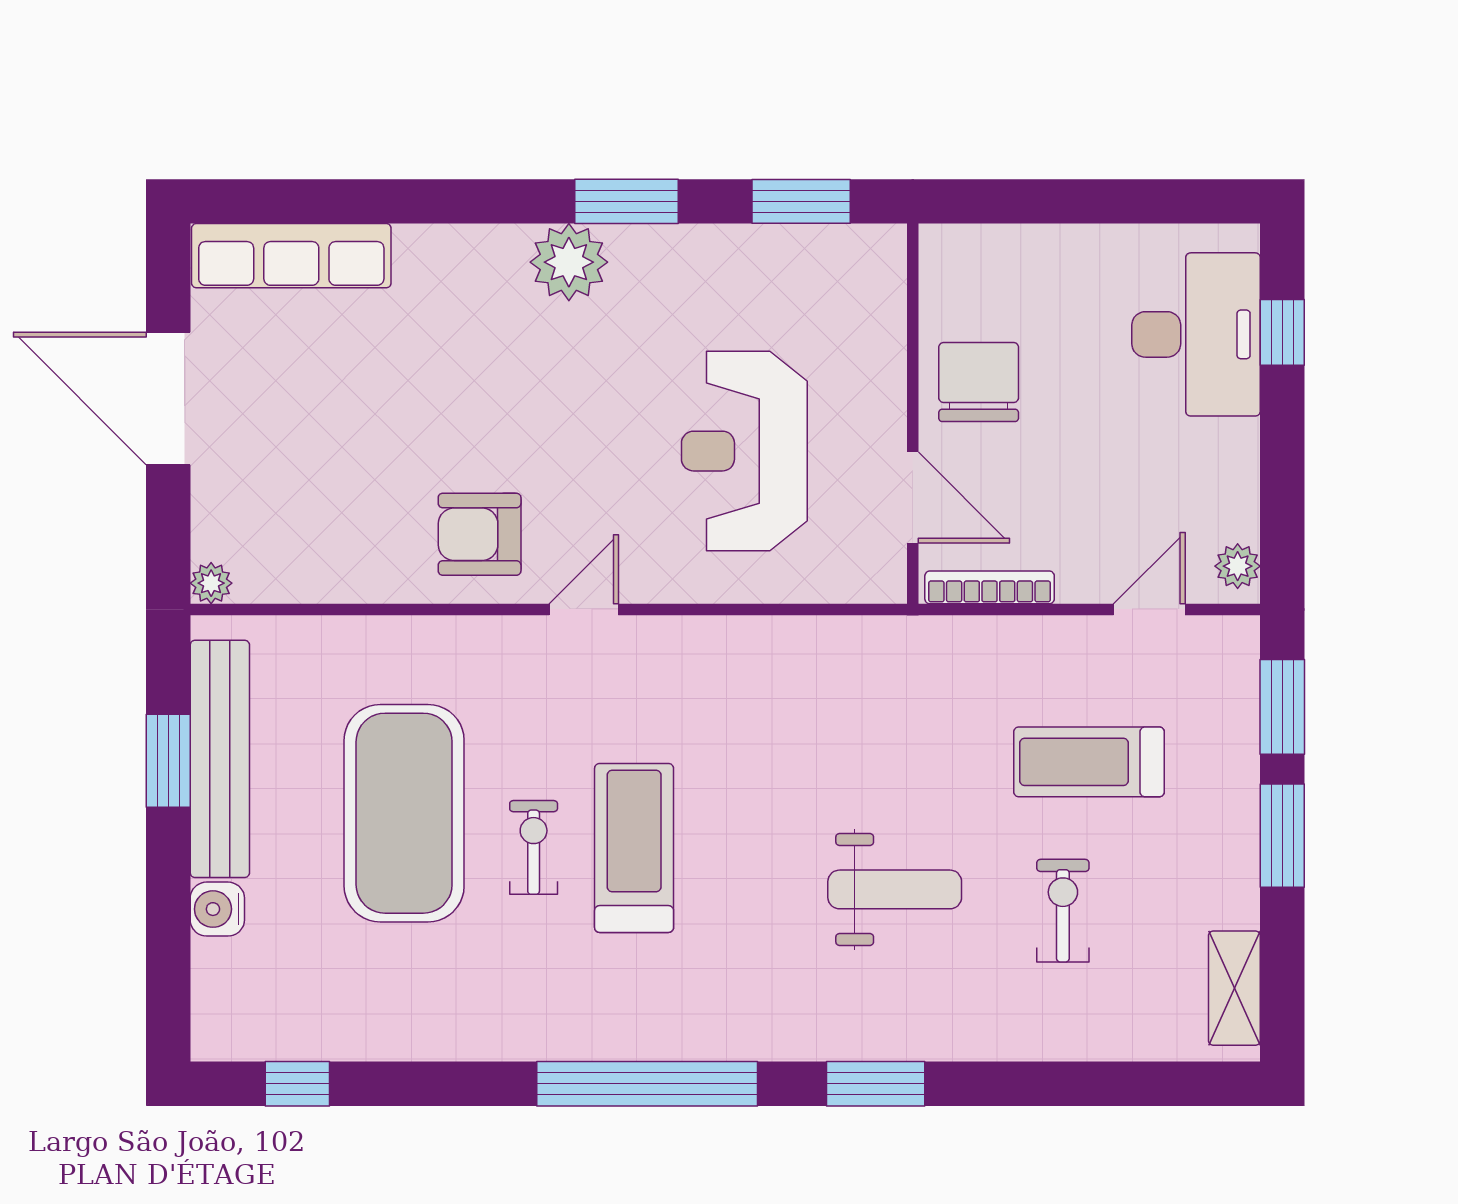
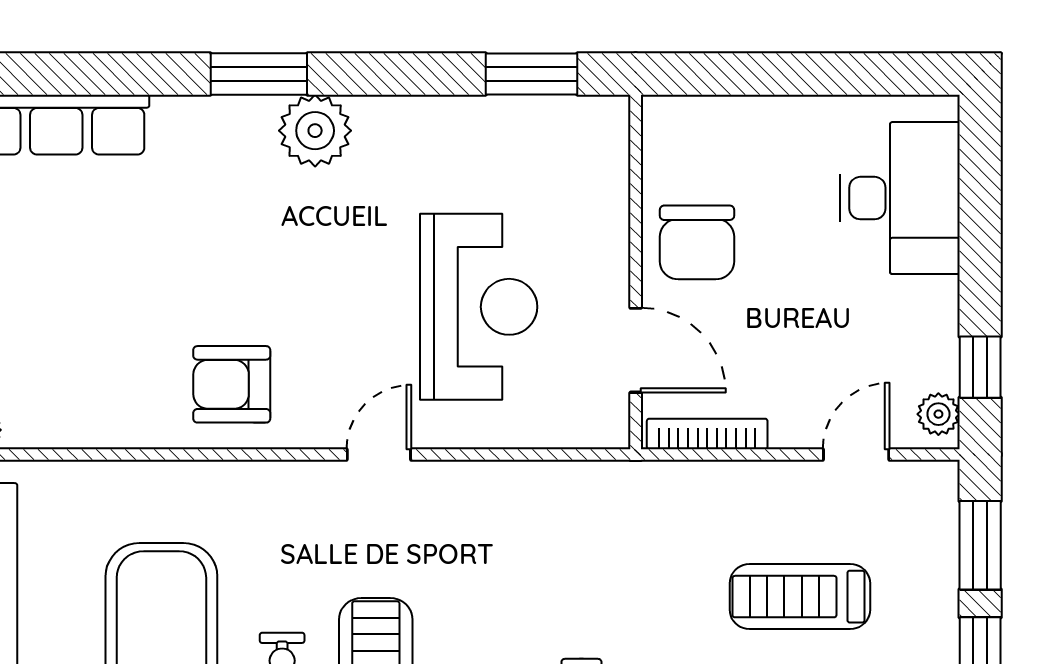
window: (627, 201) -> (259, 74), moved
window: (1282, 332) -> (980, 367), moved
chair: (979, 382) -> (697, 242), turned 180
reception desk: (744, 451) -> (479, 307), turned 180
door: (584, 609) -> (379, 455), moved

